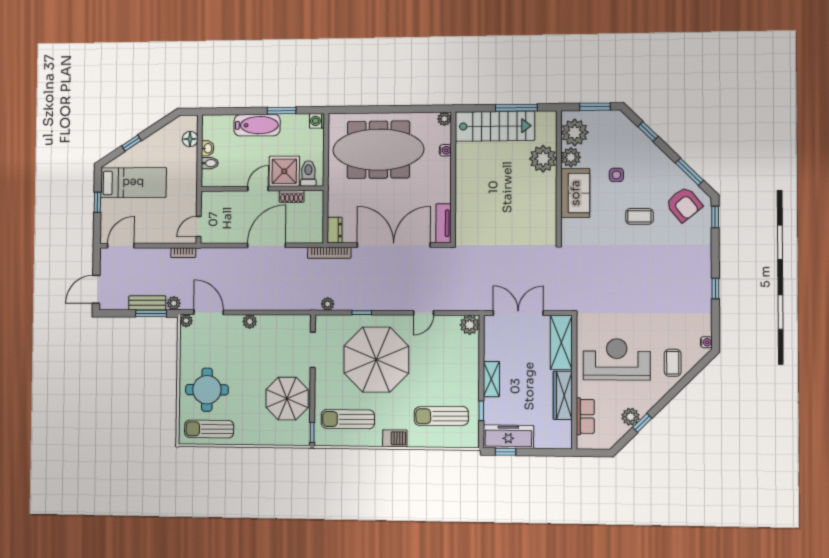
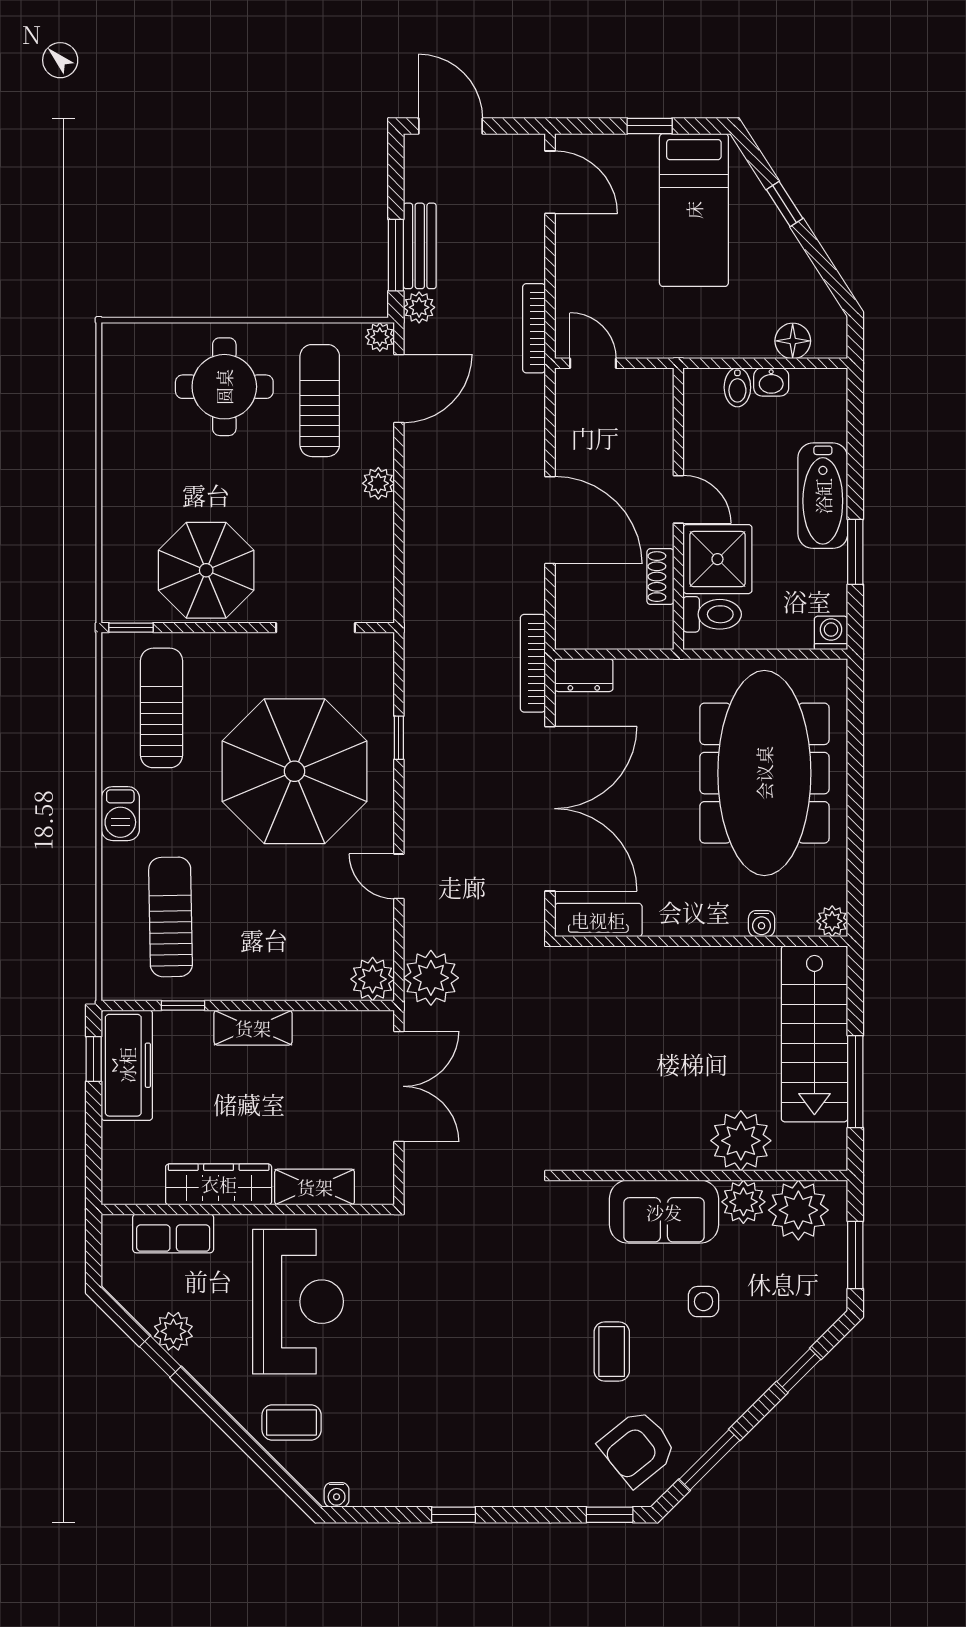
bookcase: (183, 253) -> (534, 328), width x1.56
plant: (328, 304) -> (431, 978), moved, width x1.87, depth x1.87
shelving: (561, 342) -> (315, 1187), width x0.67, depth x0.75
sun lounger: (209, 429) -> (320, 401), moved

